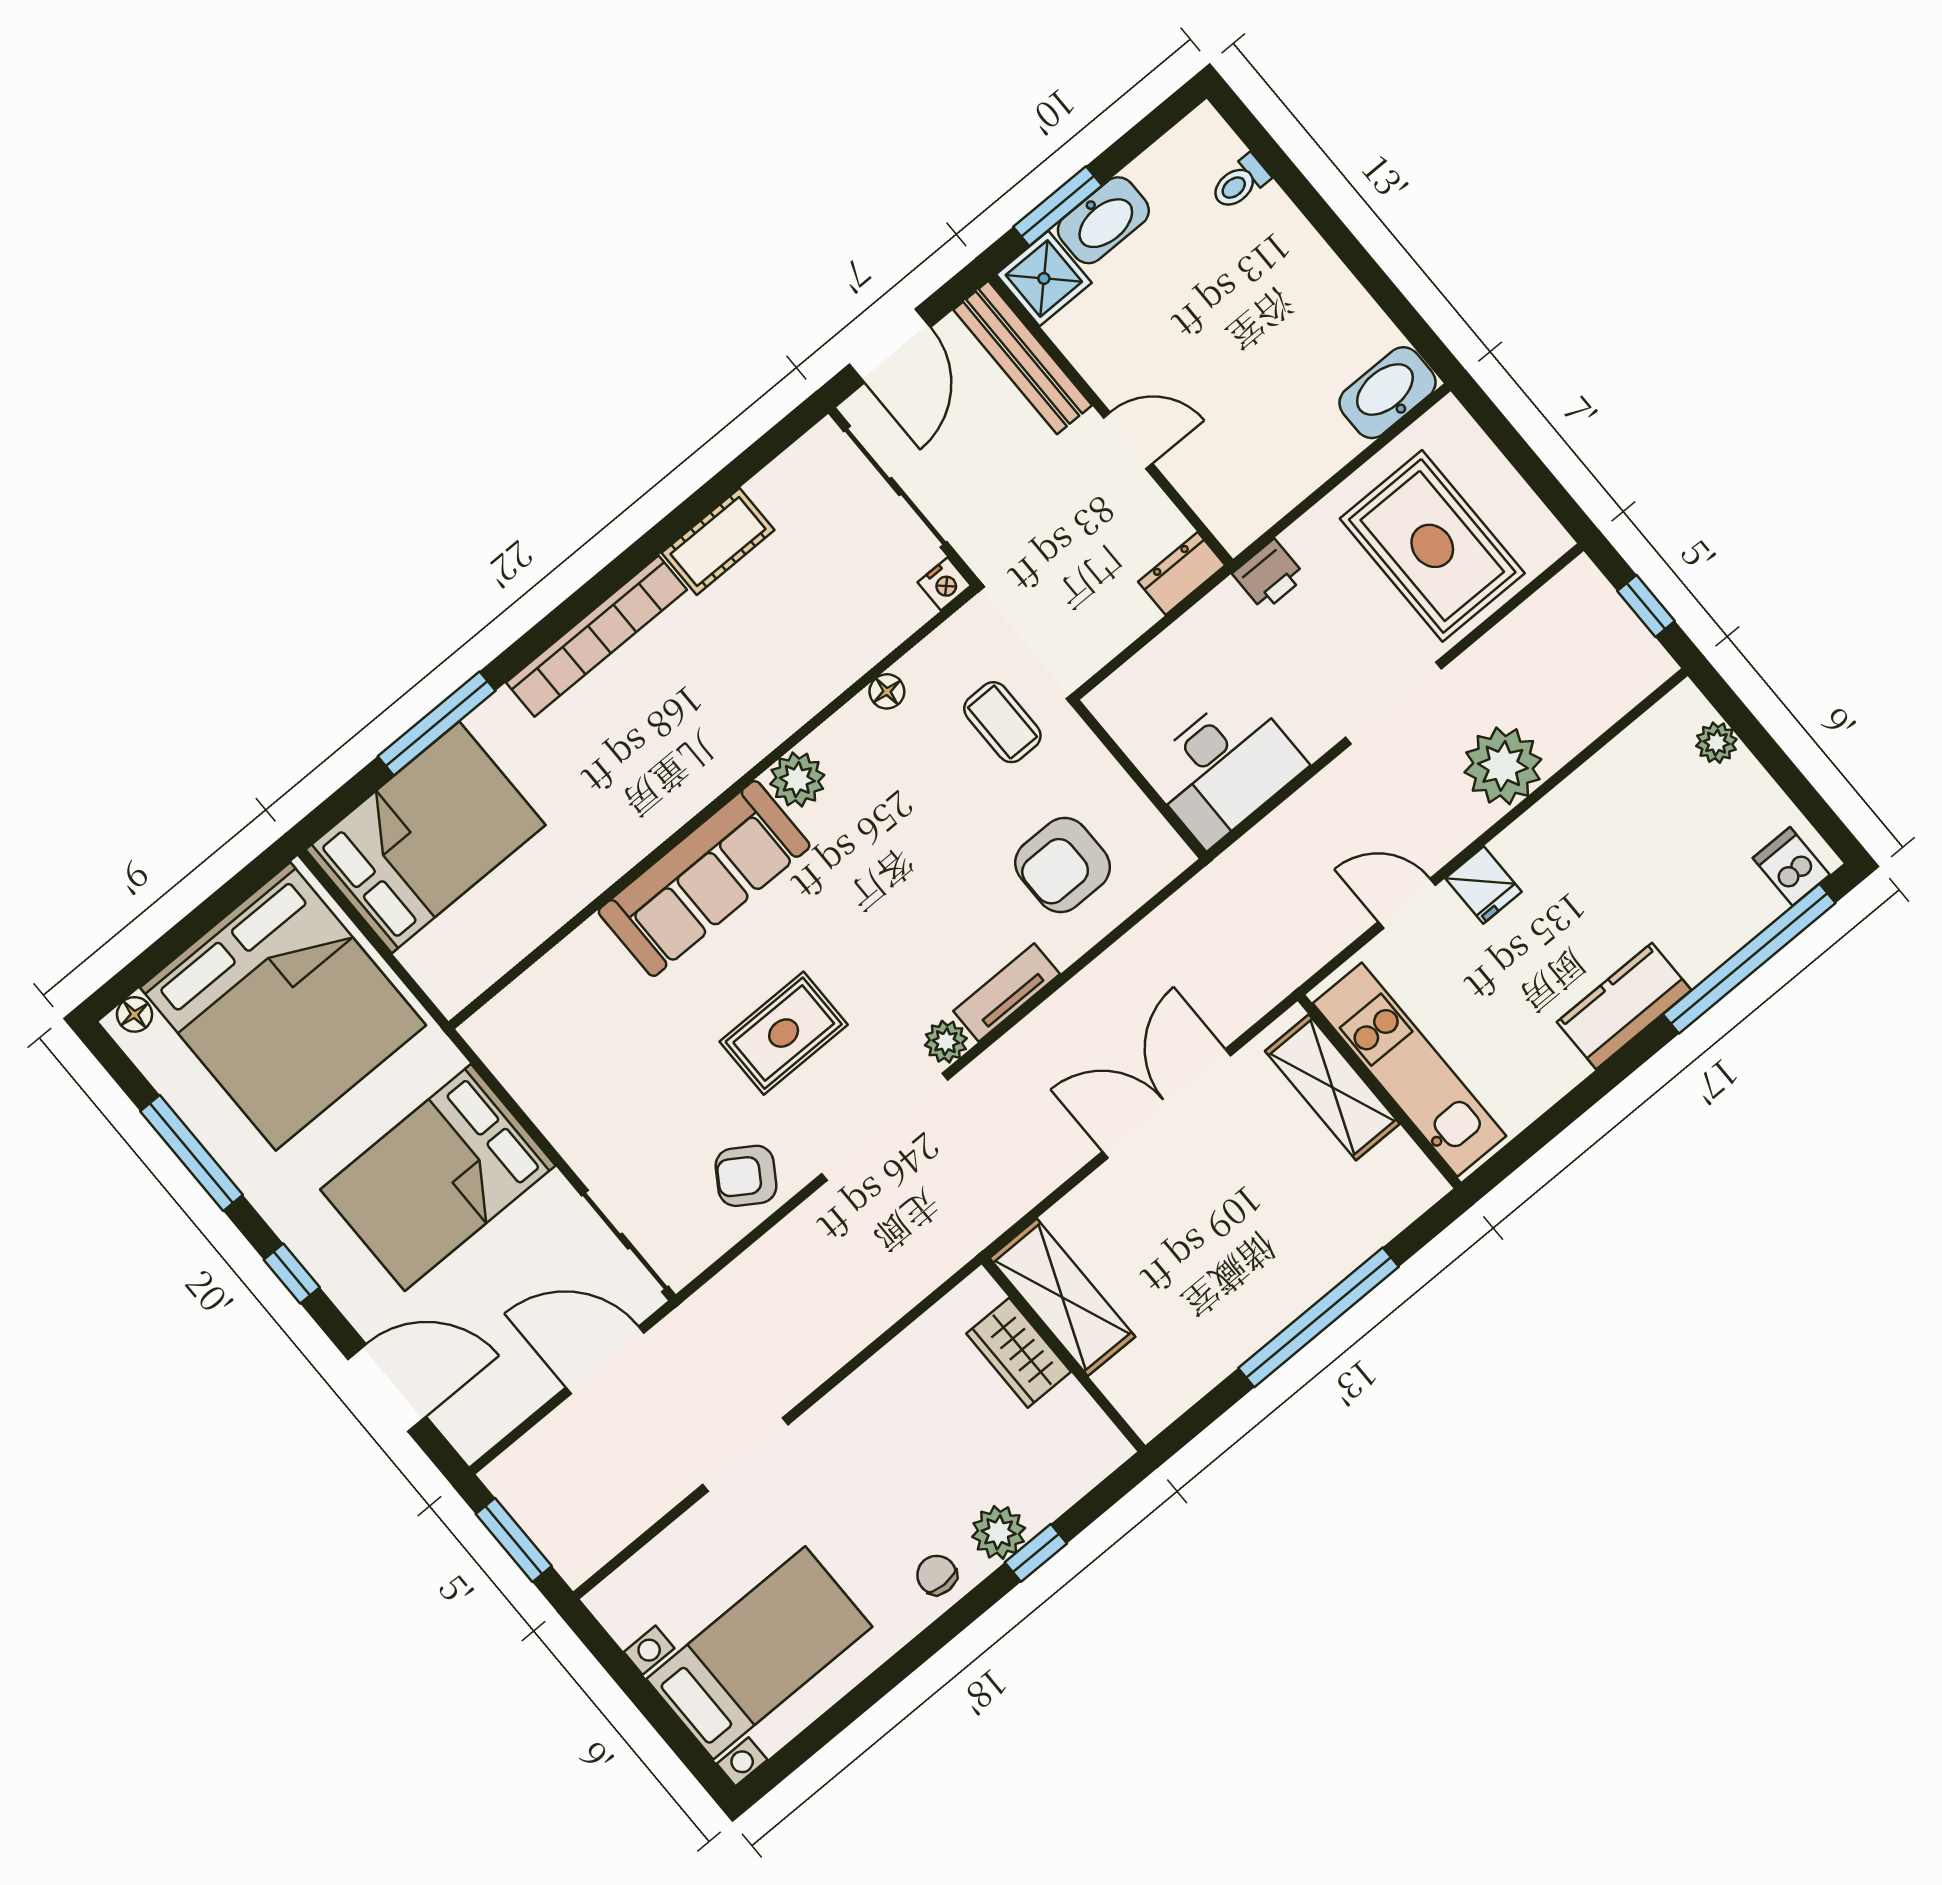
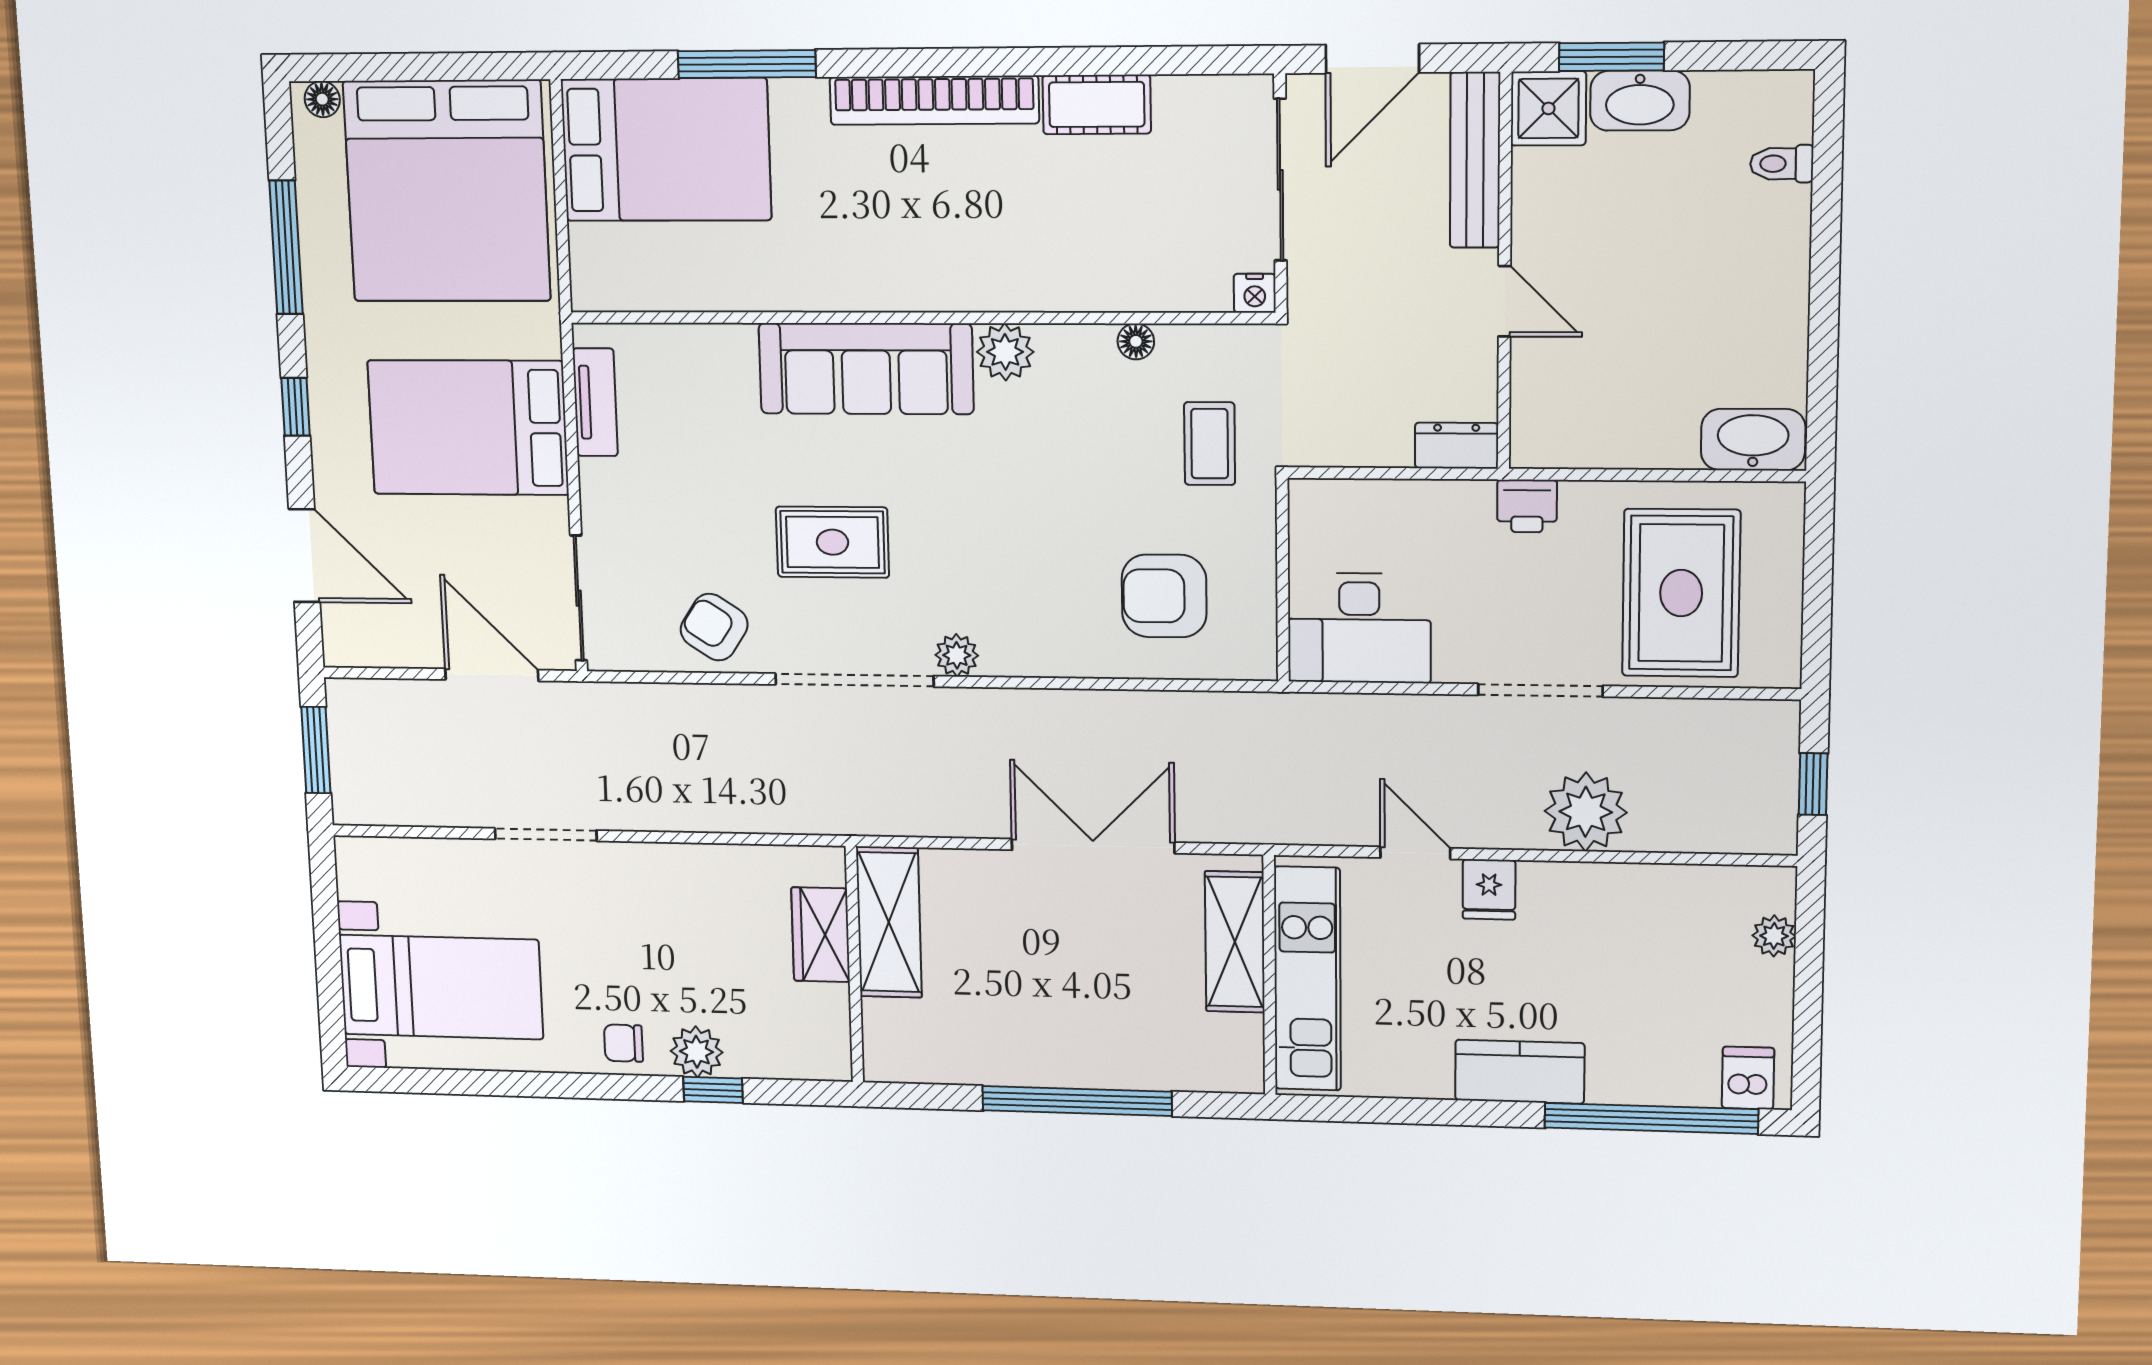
tv unit: (1007, 993) -> (595, 402), moved, turned 90
chair: (937, 1575) -> (623, 1043), turned -90

